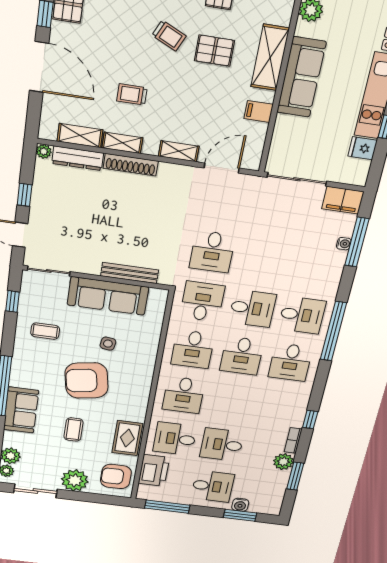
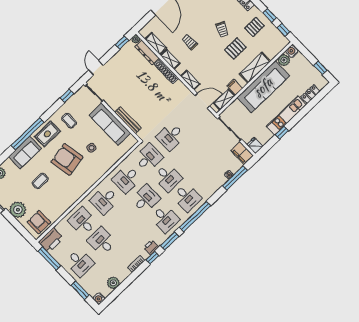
pallet: (214, 51) -> (235, 49), turned 90
sofa: (301, 77) -> (263, 87), width x1.36, depth x1.27
shelving: (256, 142) -> (224, 100), added
fridge: (363, 148) -> (255, 145), moved
window: (25, 195) -> (122, 43), moved
desk: (242, 356) -> (146, 199), turned 180
desk: (290, 362) -> (165, 219), turned -90
printer: (298, 409) -> (151, 247), added
rug: (127, 438) -> (47, 134), moved
plant: (283, 462) -> (113, 283), moved
printer: (154, 470) -> (51, 240), moved
window: (295, 476) -> (170, 241), moved
water cooler: (240, 505) -> (99, 298), moved

